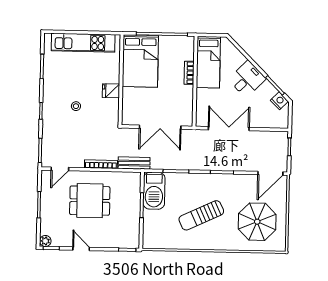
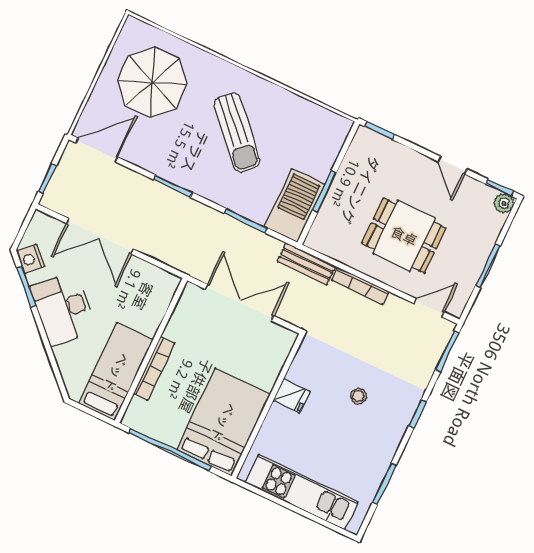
bookcase: (189, 73) -> (154, 368), width x1.56
desk: (247, 79) -> (63, 309), width x1.37
double door: (229, 129) -> (100, 236), moved
sun lounger: (201, 215) -> (237, 132), turned 72

